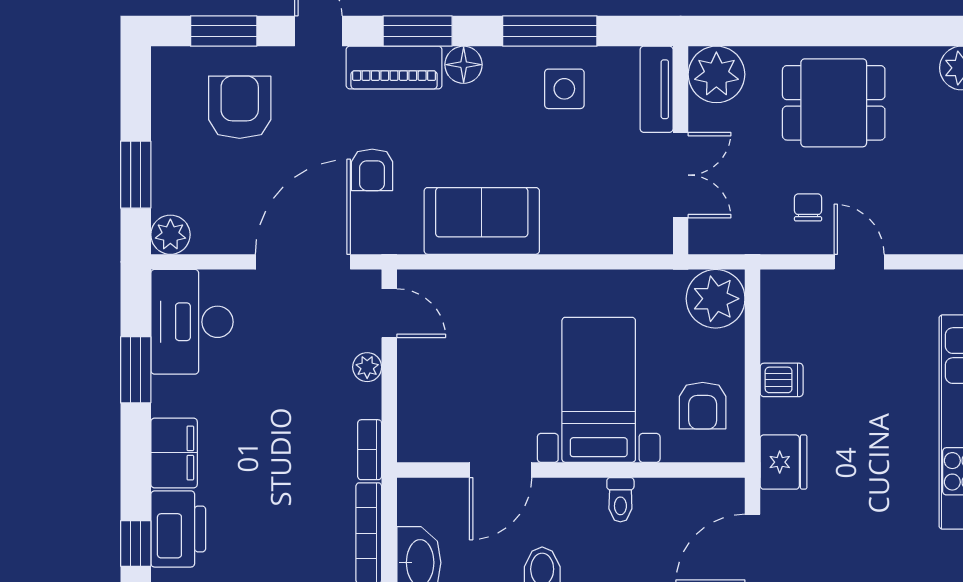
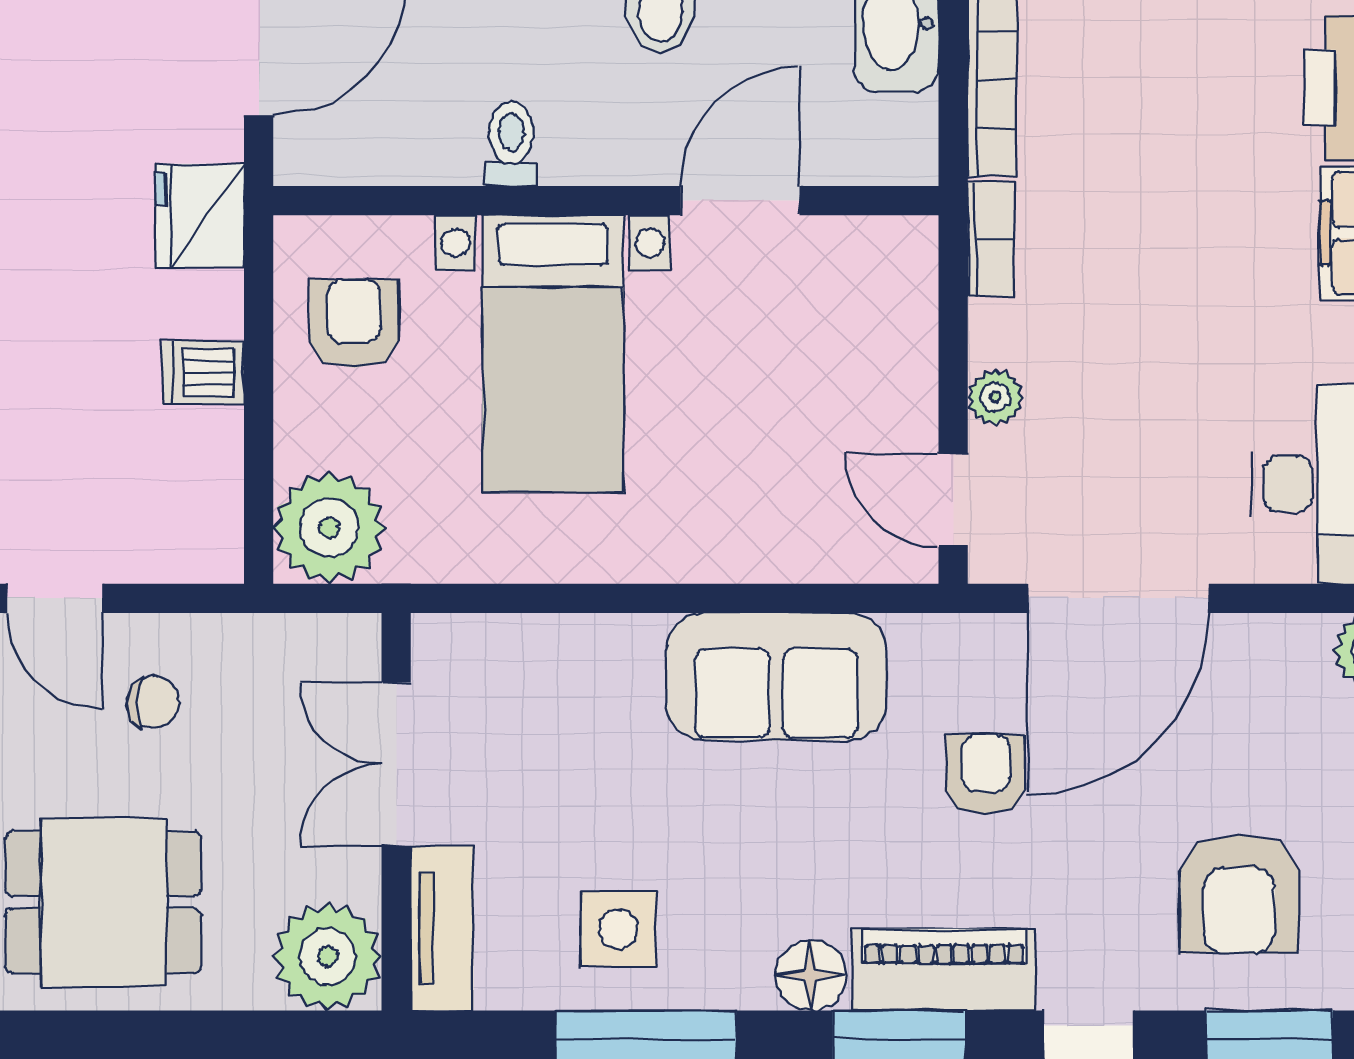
chair: (808, 207) -> (153, 702), turned -90

